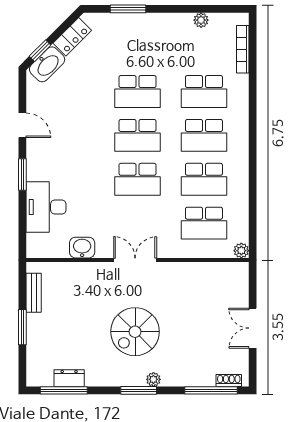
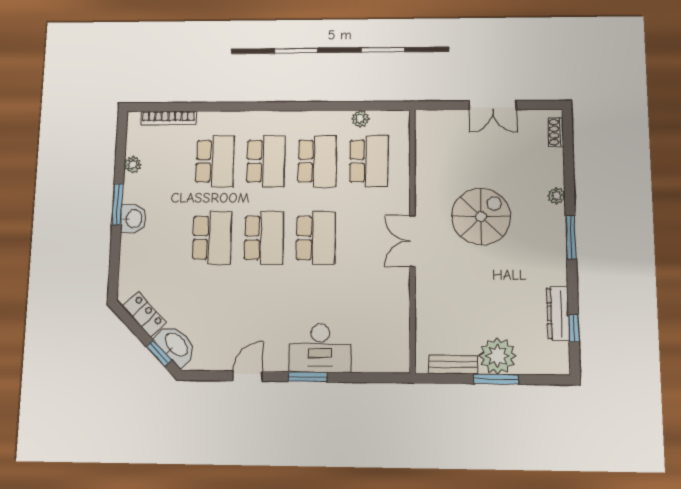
window: (128, 9) -> (118, 204), moved
desk: (46, 207) -> (320, 348), moved
washbasin: (82, 248) -> (133, 219), moved, turned 180
plant: (241, 251) -> (360, 119), moved
plant: (41, 329) -> (497, 356), added
spiral stairs: (135, 332) -> (481, 217), moved, turned -90
dresser: (69, 378) -> (558, 314), width x1.44
plant: (153, 379) -> (556, 196), moved
window: (64, 390) -> (574, 328), width x0.46
window: (211, 390) -> (568, 153), removed

